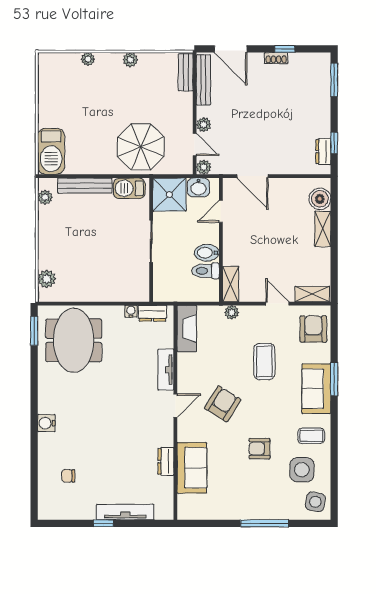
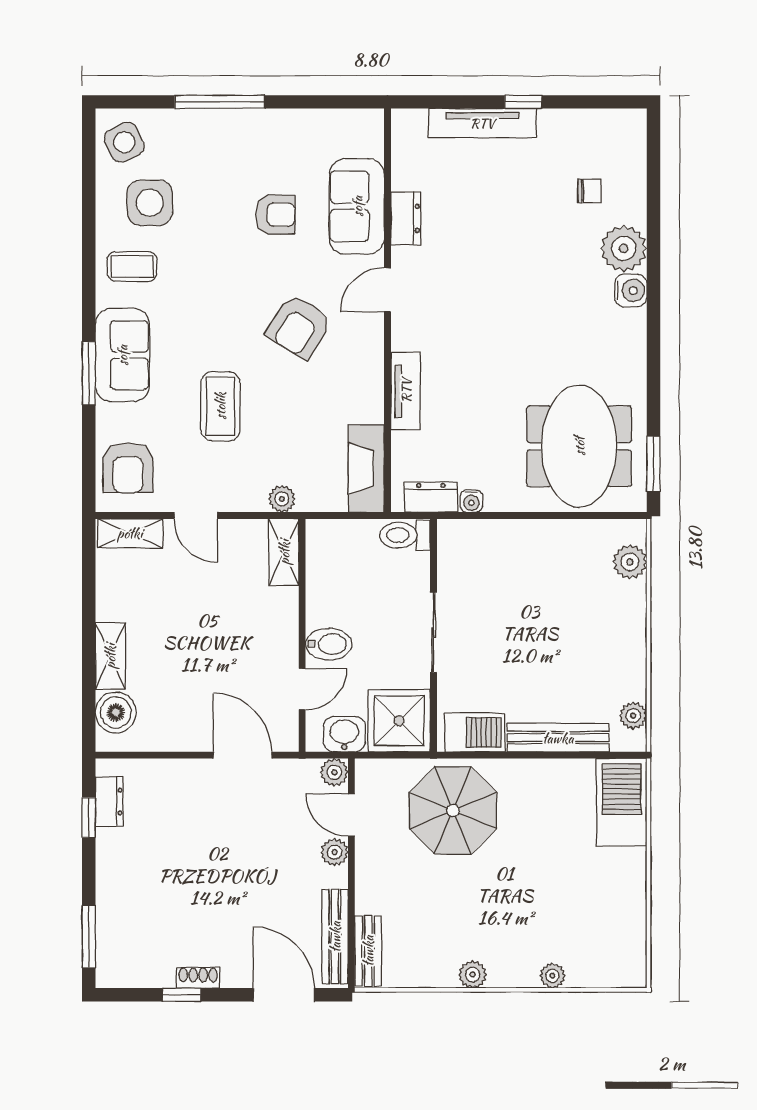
bidet: (207, 253) -> (329, 644), moved
toilet: (206, 271) -> (405, 535), moved, turned 180
door: (175, 406) -> (388, 290), moved
plant: (50, 445) -> (624, 248), added
armchair: (260, 449) -> (275, 215), moved
side table: (315, 502) -> (124, 142), turned -36

